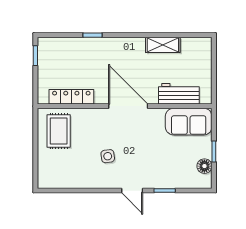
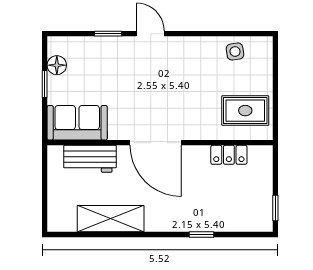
shelving: (163, 45) -> (111, 219), width x1.50, depth x1.33
locker: (71, 97) -> (229, 155), width x0.66
rug: (59, 131) -> (245, 111), turned 90
side table: (108, 156) -> (235, 52), moved

